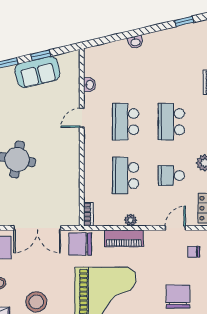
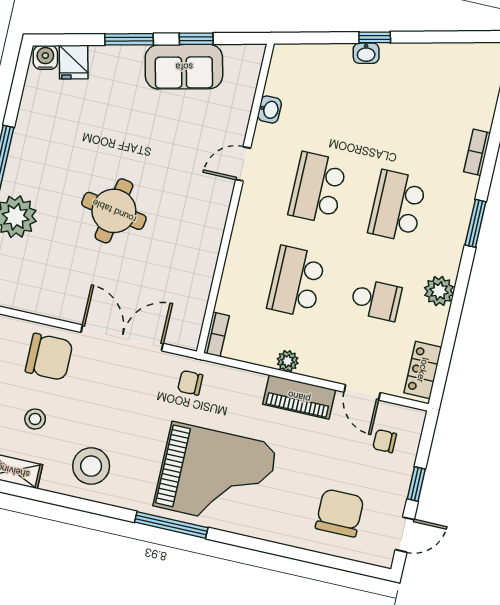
window: (184, 21) -> (375, 37), moved
school desk: (171, 176) -> (376, 300), turned 180
double door: (37, 228) -> (122, 338), swing flipped
door: (175, 228) -> (362, 392), swing flipped
piano: (124, 238) -> (299, 397), moved
chair: (80, 244) -> (190, 383), width x0.54, depth x0.54

